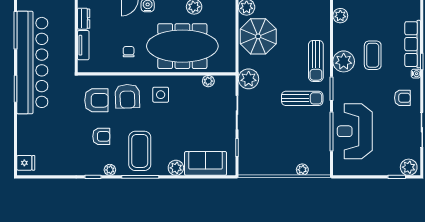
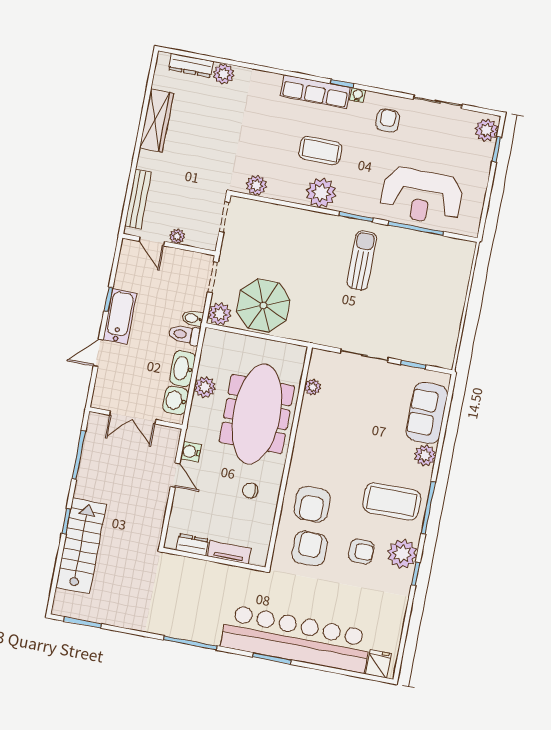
sun lounger: (316, 61) -> (313, 231), removed
bar counter: (32, 62) -> (296, 639), moved
plant: (249, 79) -> (320, 330), removed
side table: (161, 95) -> (319, 457), removed
armchair: (127, 96) -> (312, 504), turned 92
armchair: (101, 136) -> (361, 551), turned 90
plant: (110, 170) -> (402, 554), width x1.88, depth x1.88
plant: (302, 170) -> (461, 279), removed

